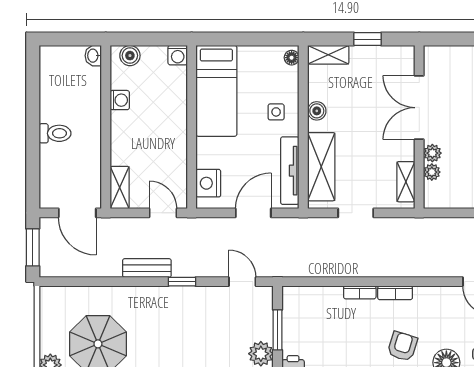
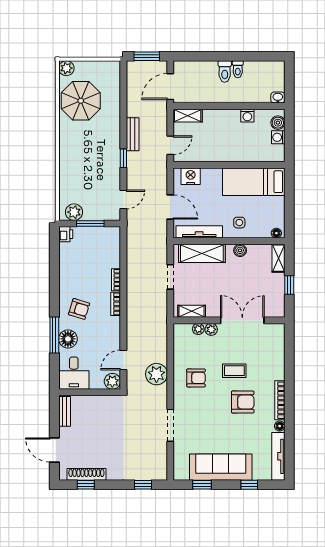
washing machine: (178, 55) -> (278, 137), moved
toilet: (52, 114) -> (238, 69), added

